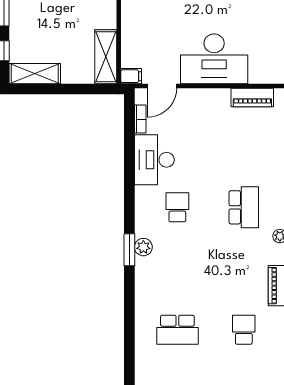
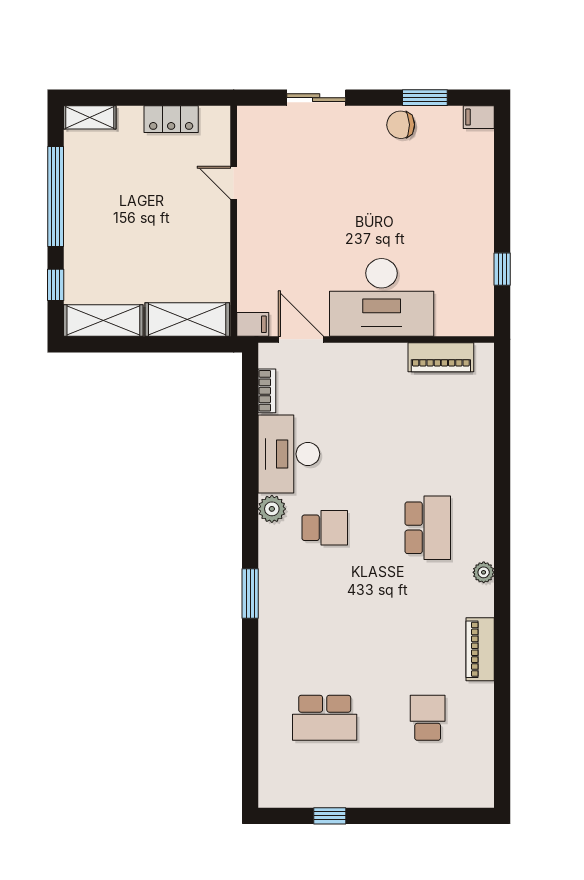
shelving: (106, 57) -> (187, 319), moved, turned 90
door: (162, 86) -> (301, 339), swing flipped
school desk: (177, 207) -> (325, 528), turned 90
plant: (143, 247) -> (272, 509), moved

